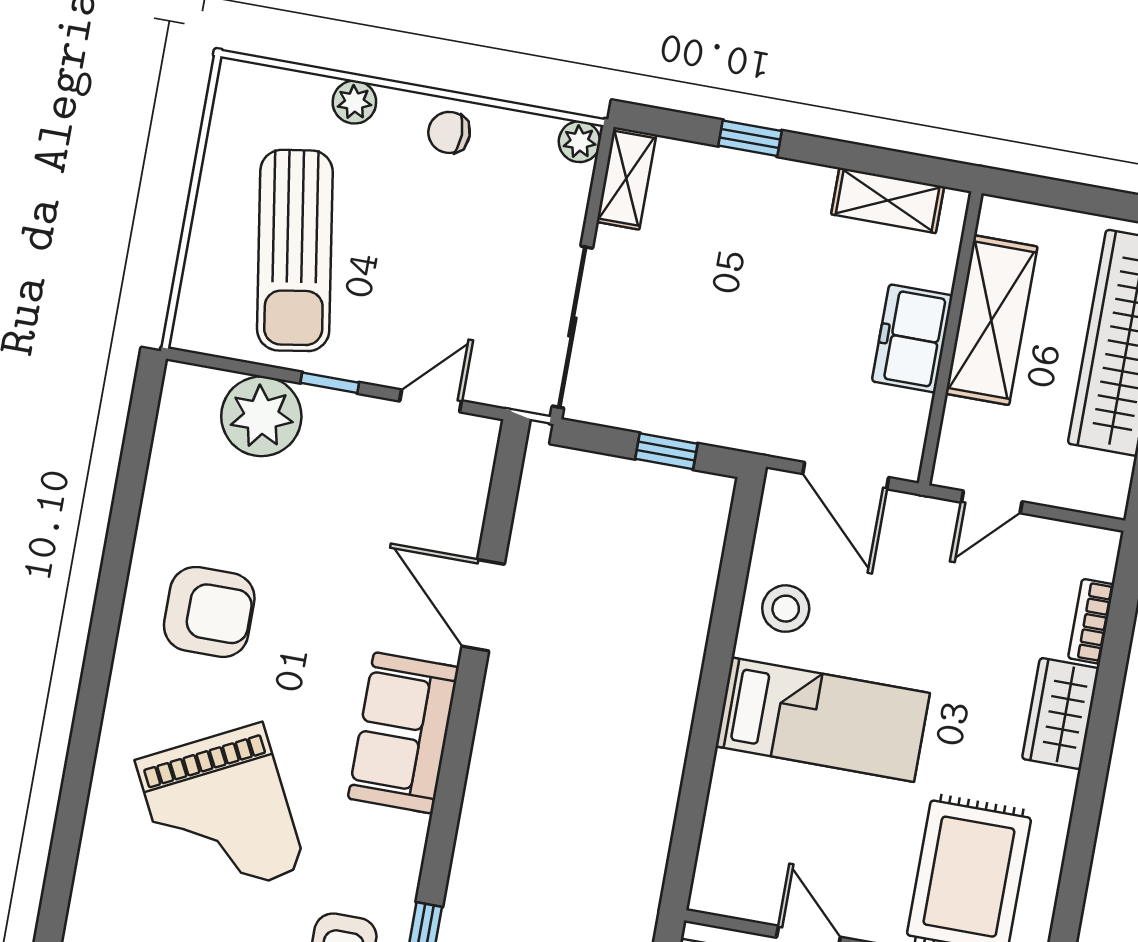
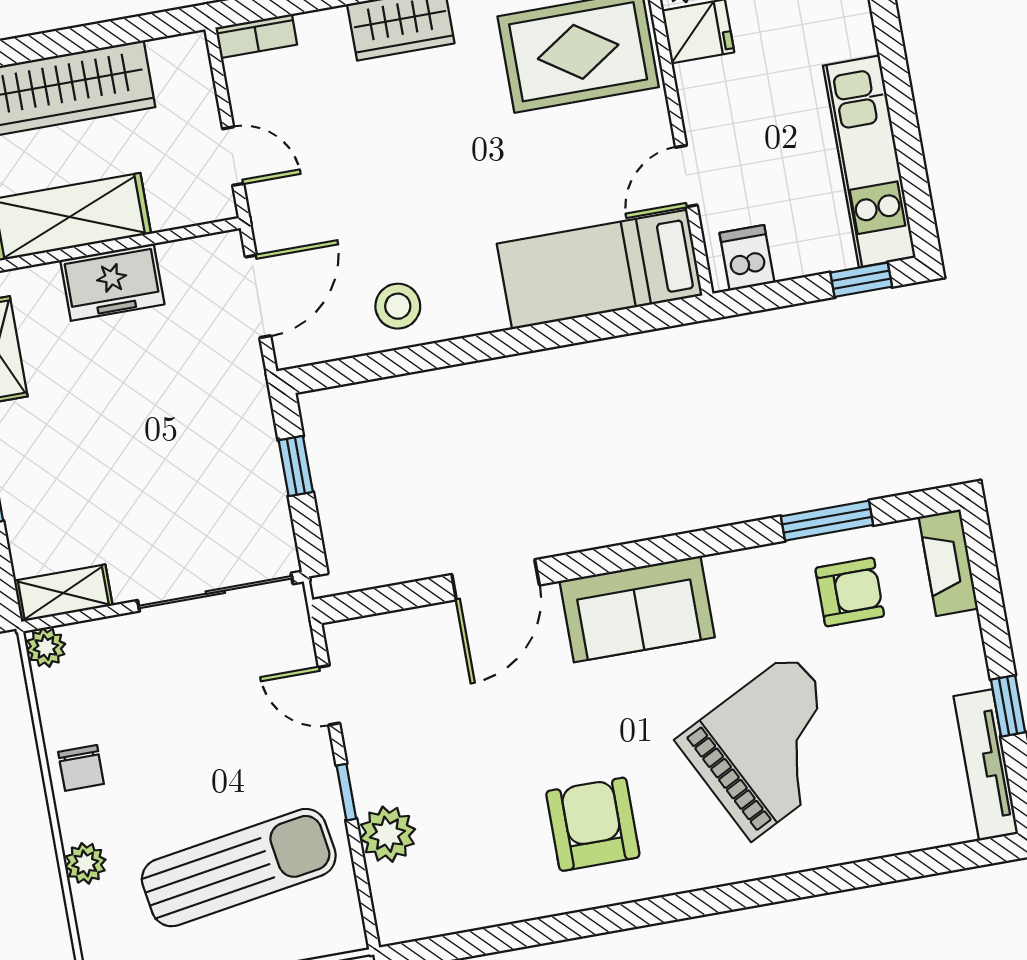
plant: (261, 416) -> (387, 834), width x0.73, depth x0.73
bookcase: (1091, 621) -> (256, 36), moved
bed: (823, 720) -> (600, 270), moved, turned -90

